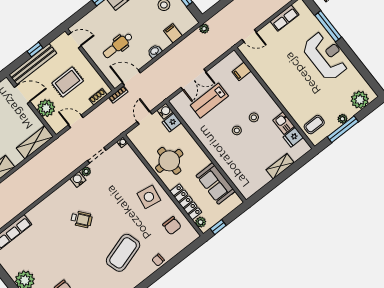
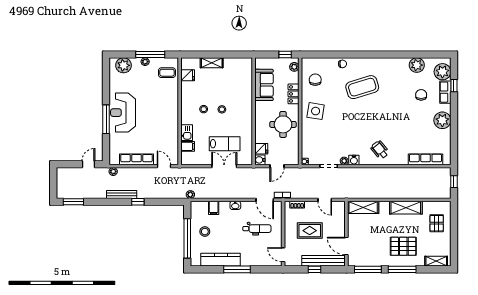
row of seats: (285, 18) -> (136, 159), width x1.48
window: (328, 26) -> (106, 119), moved
plant: (46, 108) -> (338, 224), removed
kitchen sink: (284, 123) -> (187, 133), moved
locker: (186, 202) -> (293, 94), width x0.66
wheelchair: (81, 219) -> (380, 150), moved

